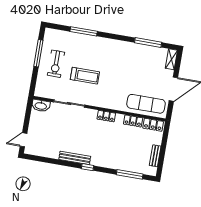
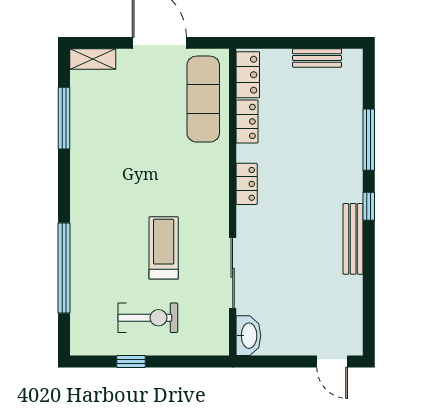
window: (84, 31) -> (64, 268), width x1.46
window: (38, 53) -> (131, 361), width x0.46
window: (130, 174) -> (369, 140), moved

